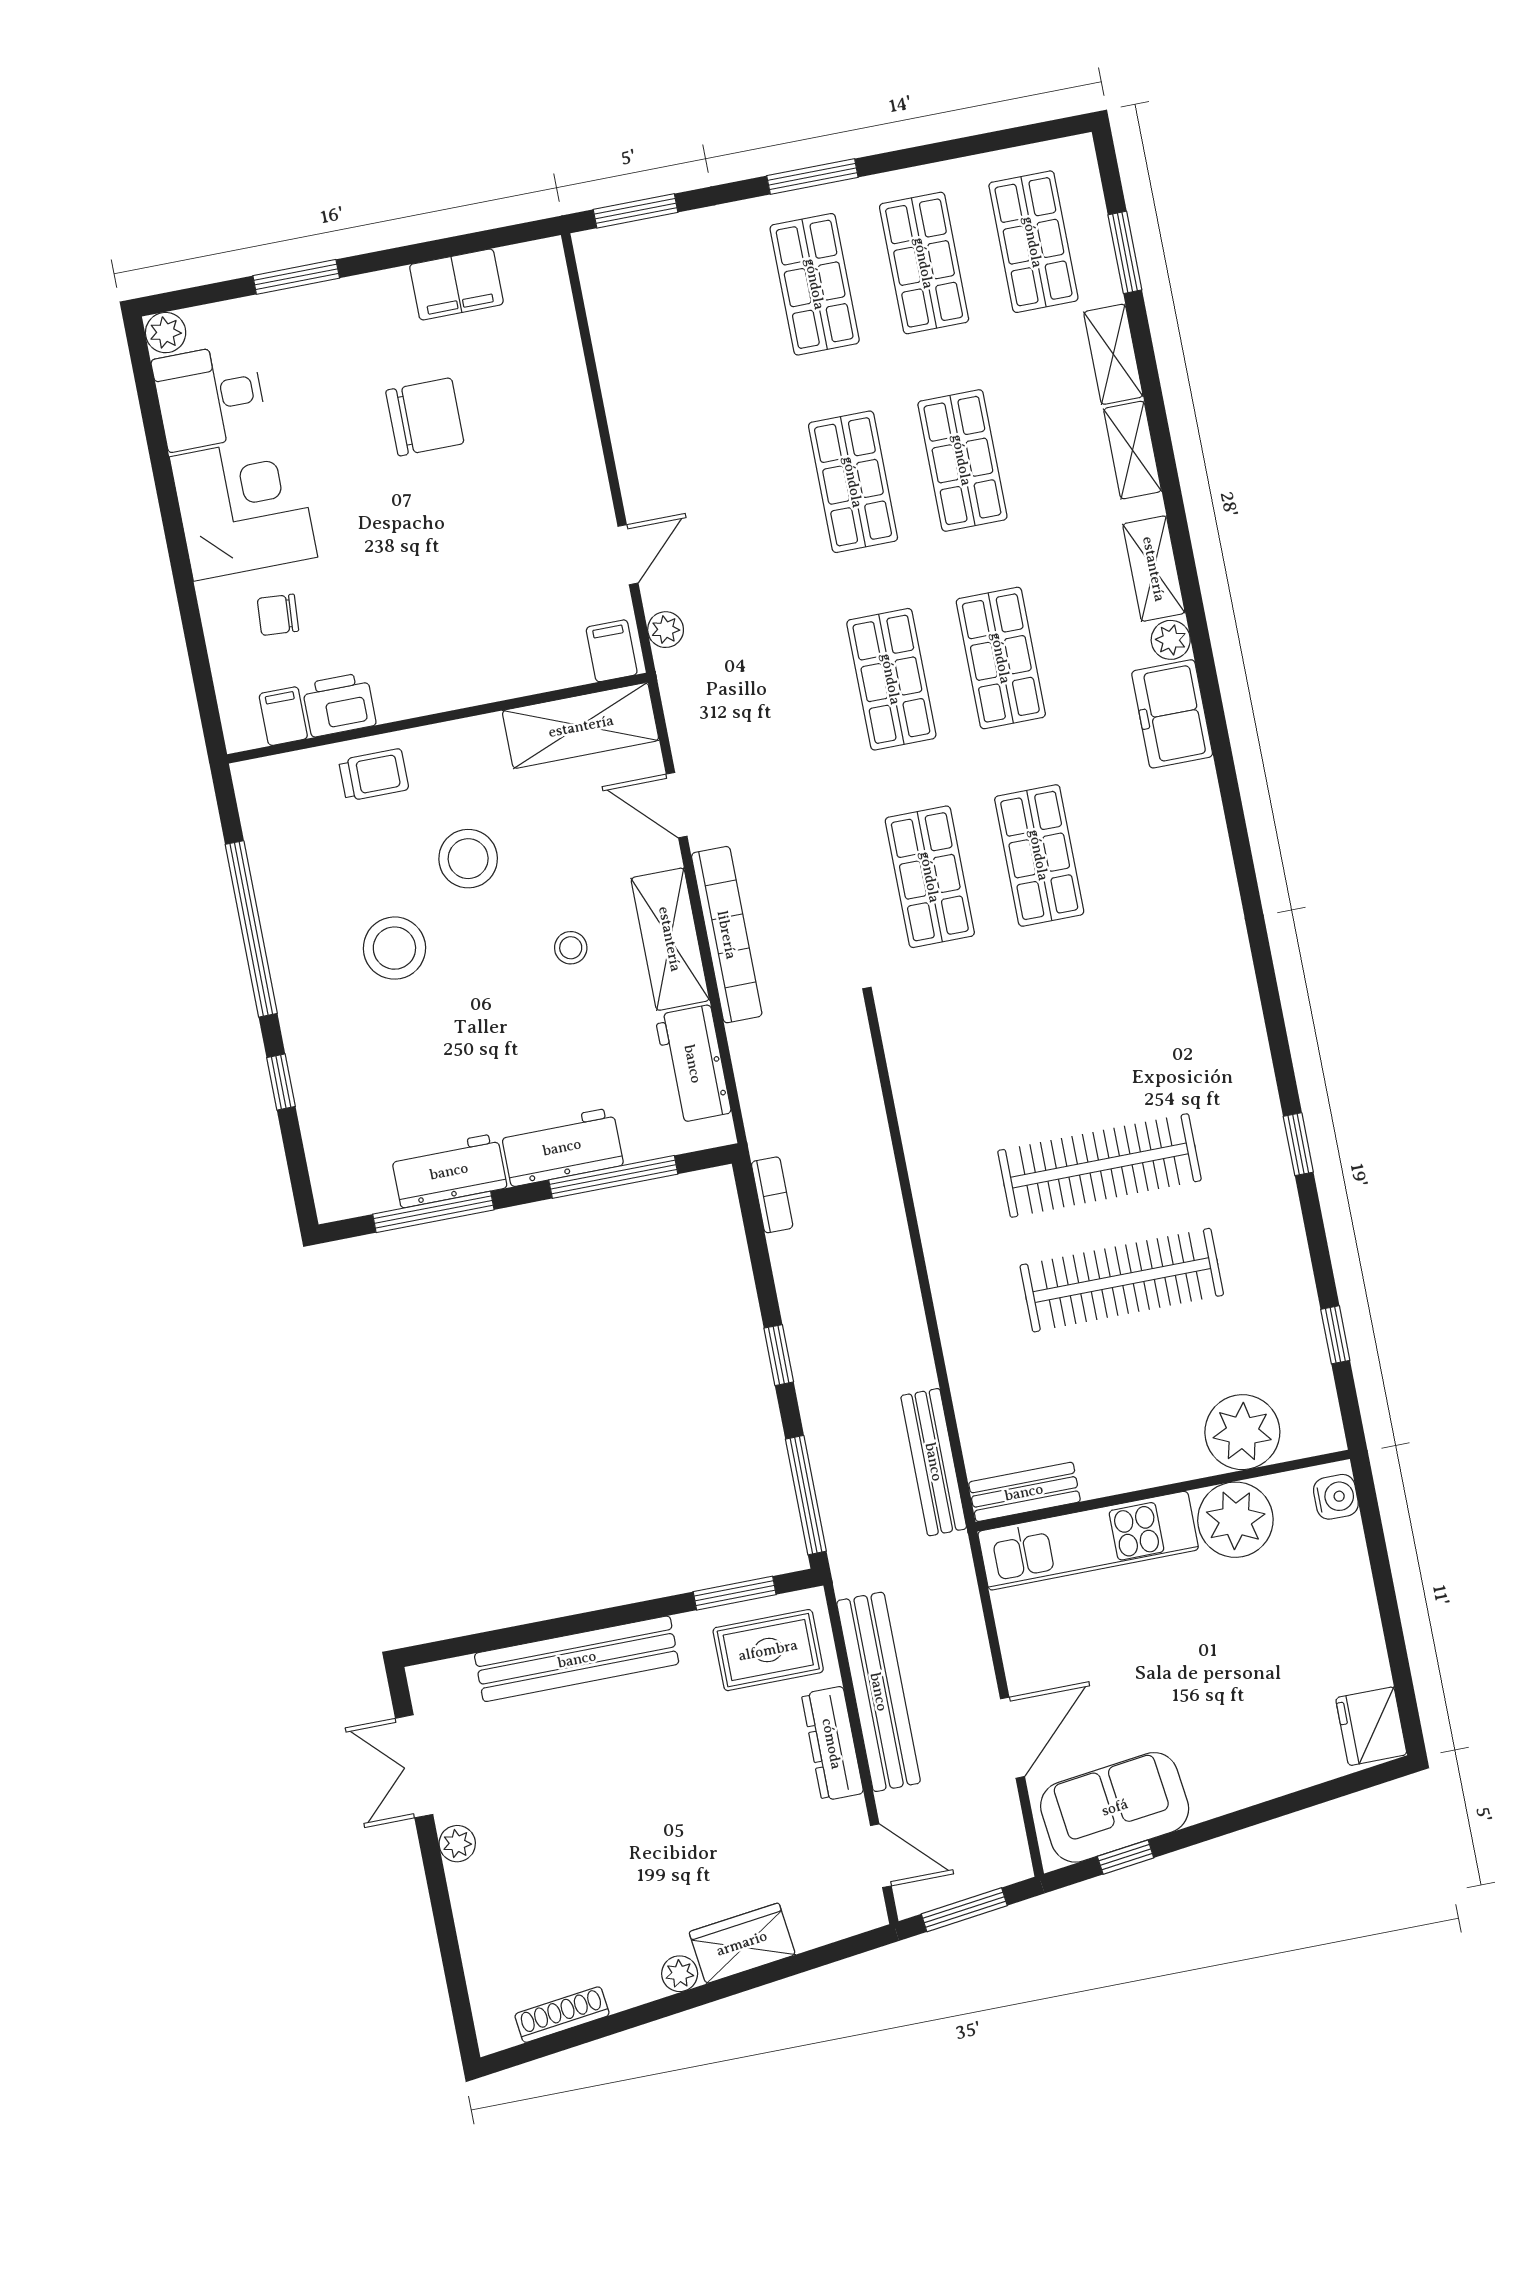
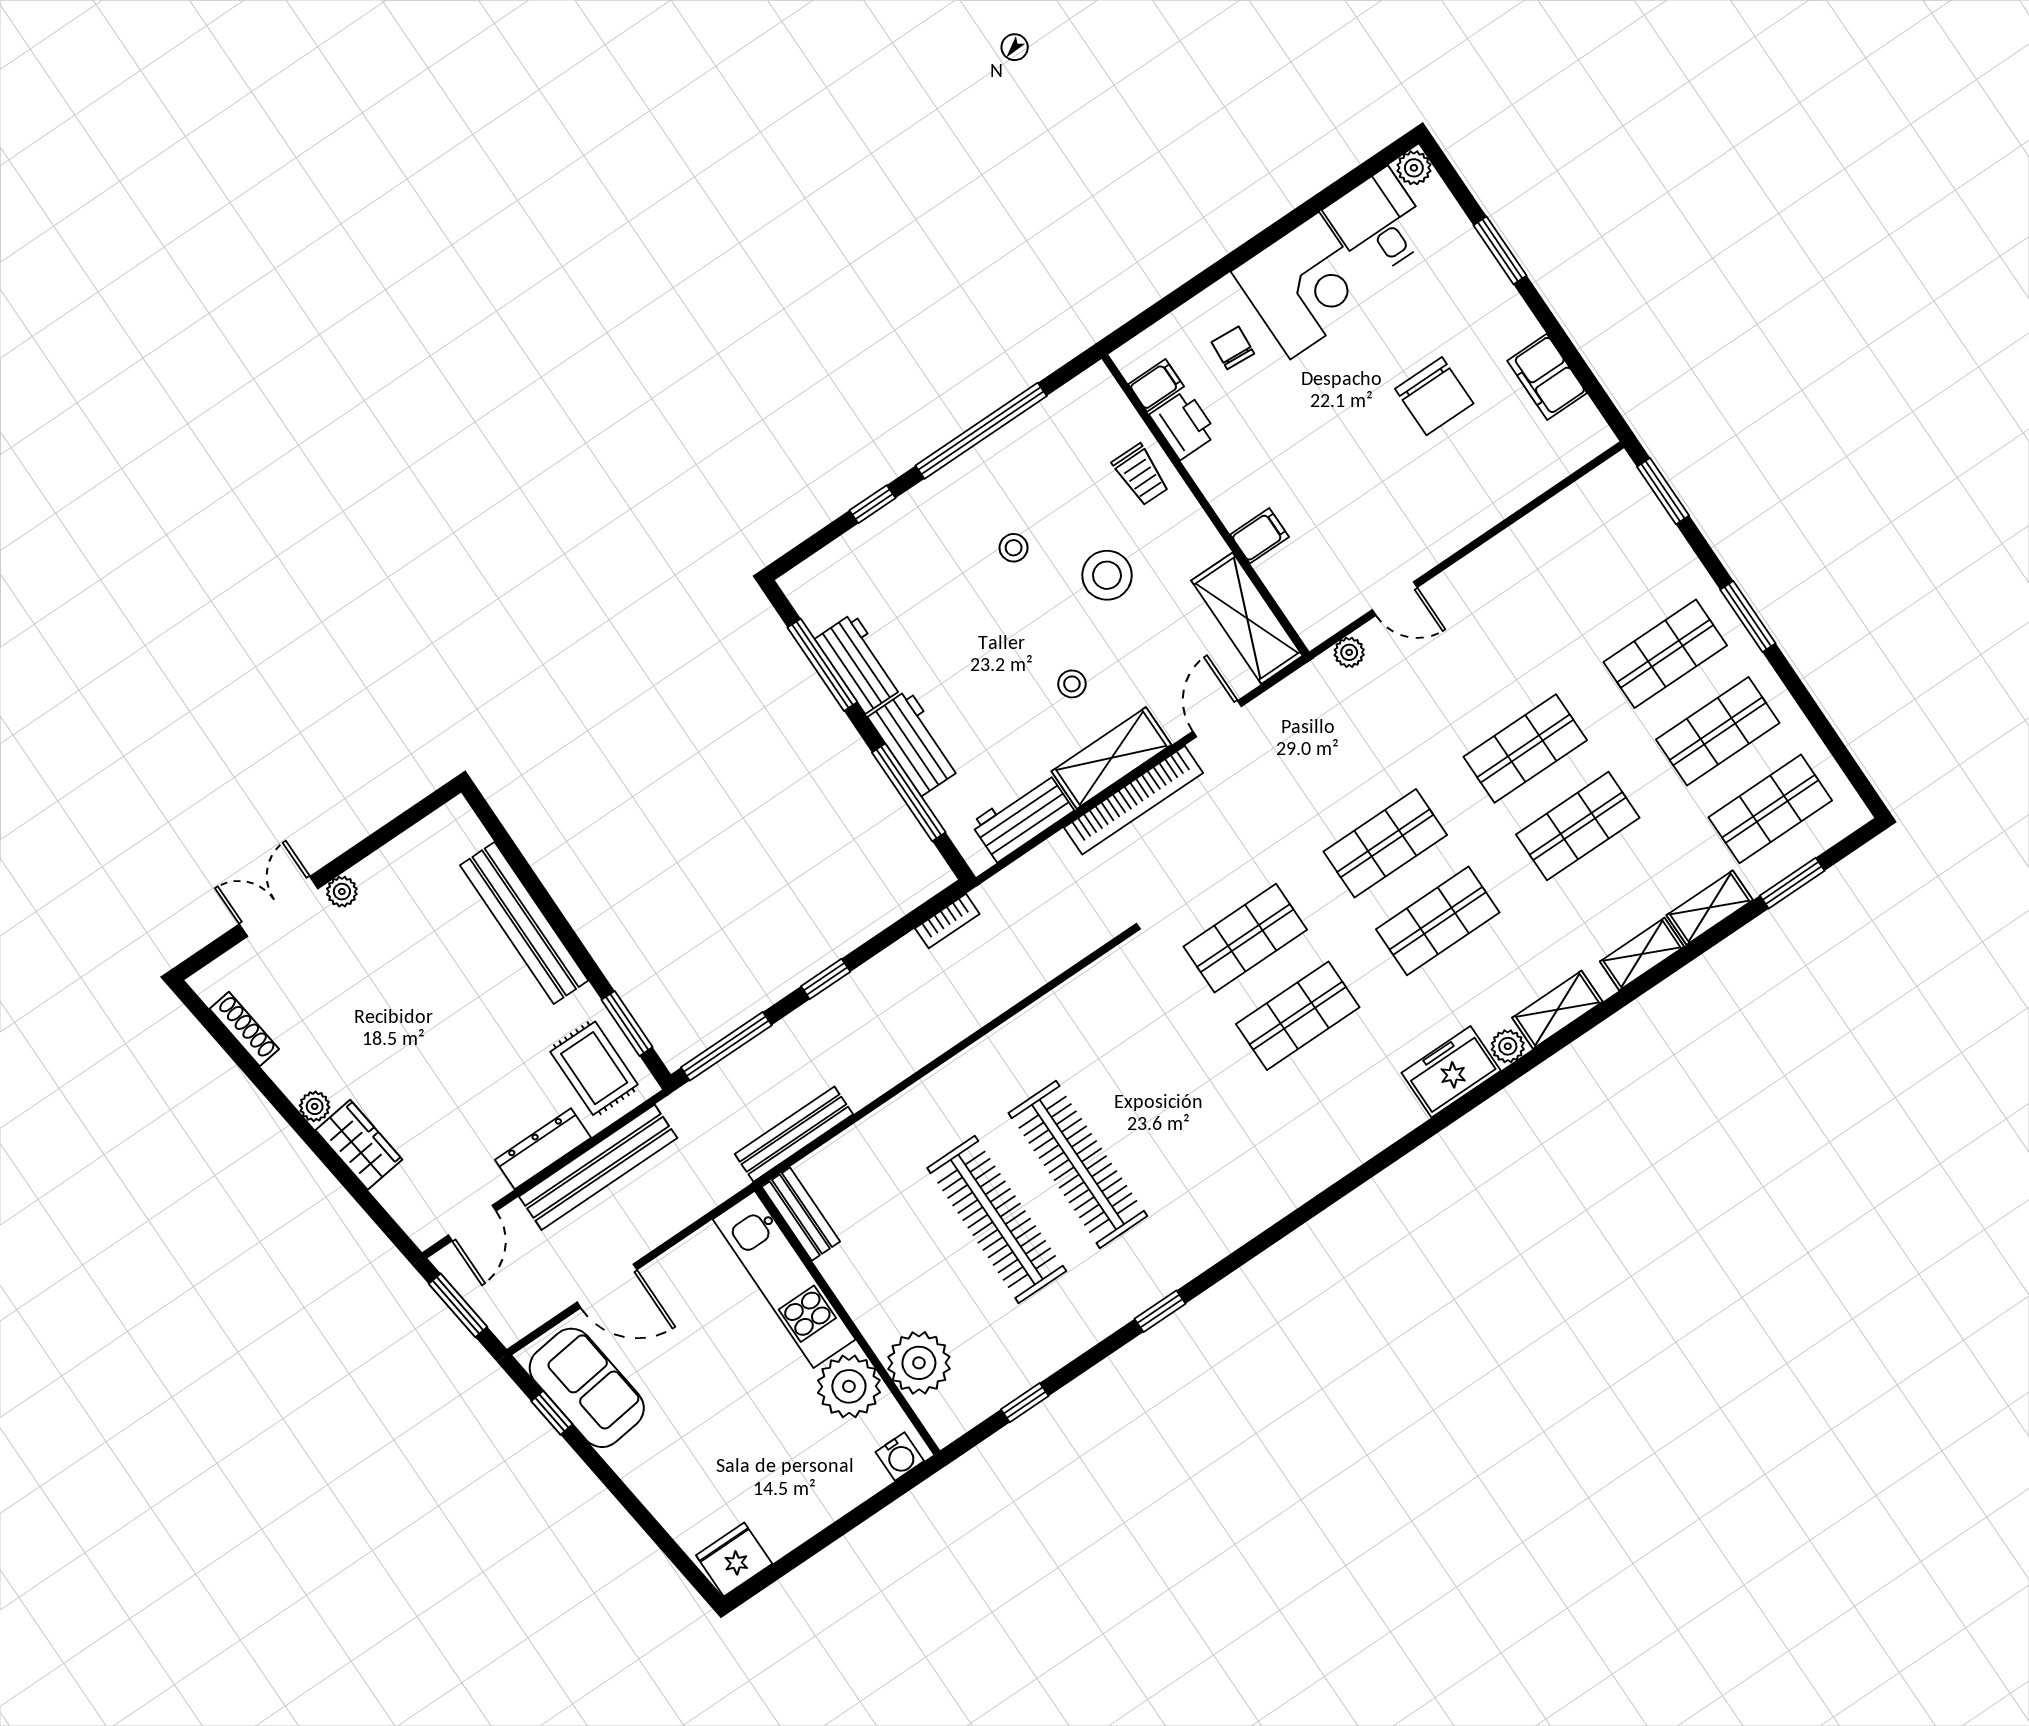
filing cabinet: (612, 651) -> (1260, 536), moved
stool: (394, 948) -> (1014, 548), width x0.53, depth x0.53
double door: (414, 1766) -> (279, 906), moved

